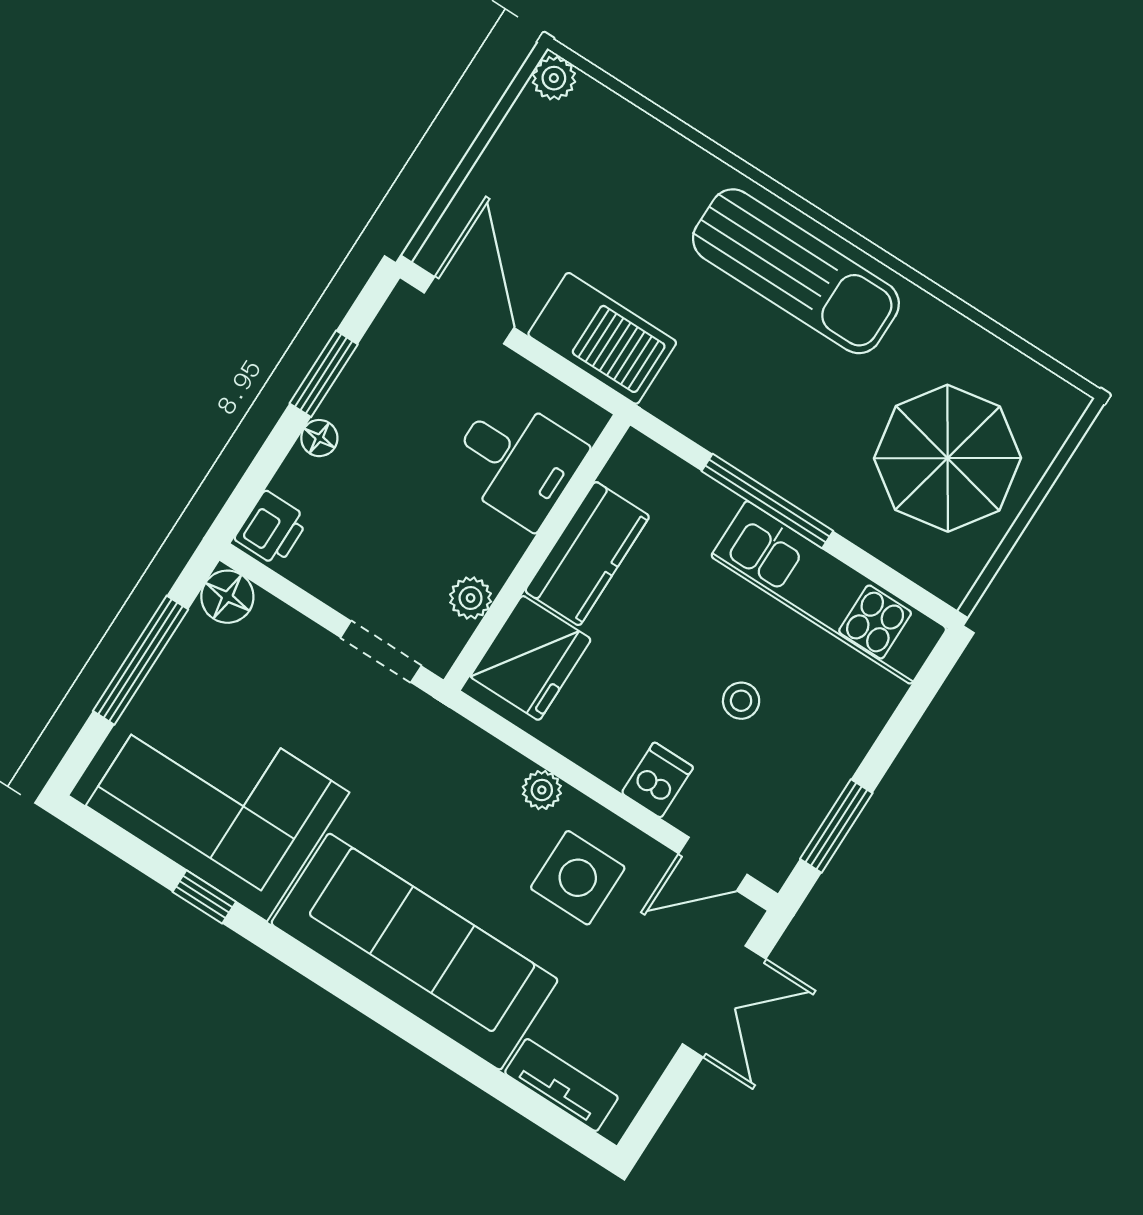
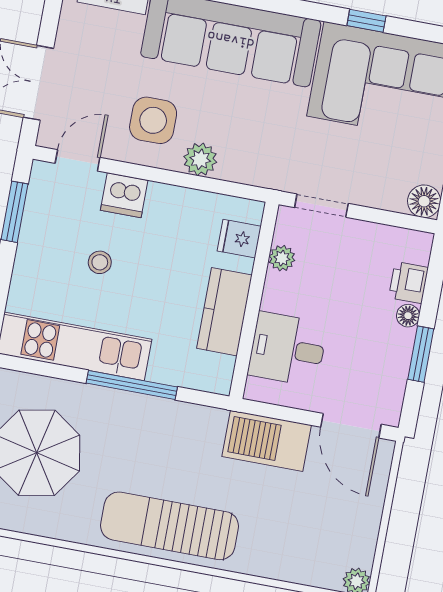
printer: (272, 529) -> (409, 283), moved
fridge: (531, 658) -> (239, 239), width x0.53, depth x0.75
dishwasher: (657, 780) -> (124, 195), width x1.38
plant: (542, 790) -> (200, 159), width x1.38, depth x1.38

